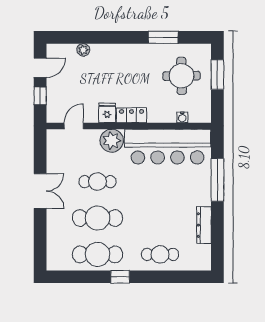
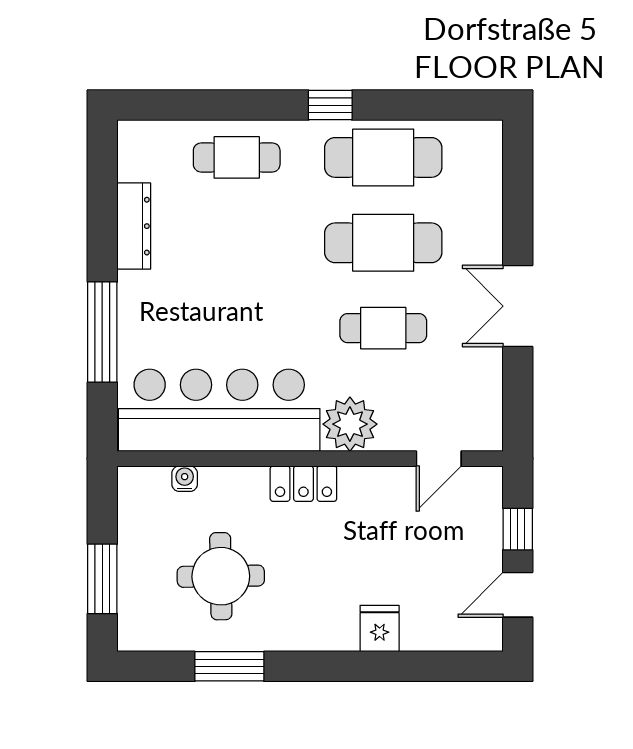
plant: (83, 50) -> (417, 637), removed
round table: (182, 76) -> (221, 576), moved
fridge: (107, 113) -> (380, 629), moved, turned 180

